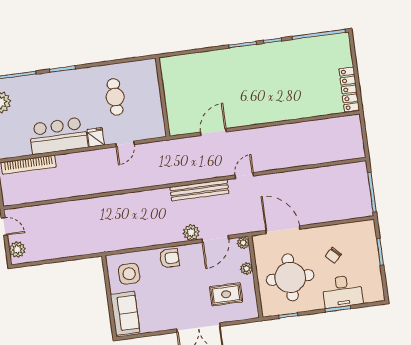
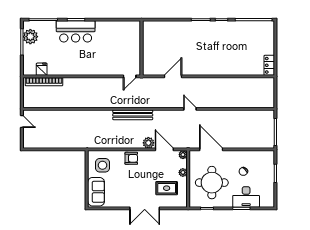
locker: (349, 89) -> (269, 65), width x0.66
cafe table: (115, 97) -> (109, 44), removed
bar counter: (58, 136) -> (76, 31), moved, turned 180
fridge: (96, 137) -> (42, 69), moved
door: (125, 144) -> (130, 76), moved
door: (244, 175) -> (190, 109), hinge flipped
bench: (199, 190) -> (133, 115), moved
door: (215, 239) -> (164, 149), swing flipped
plant: (17, 249) -> (28, 138), removed

